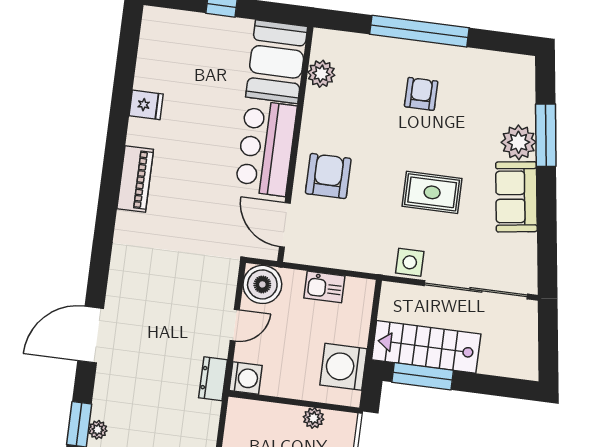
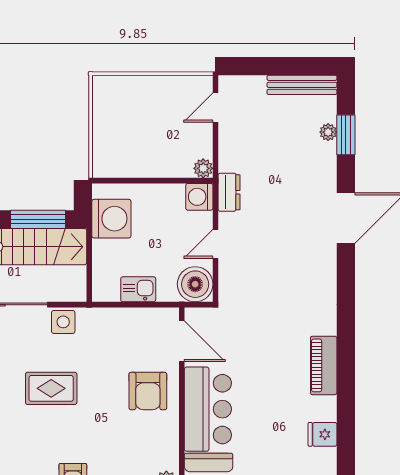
plant: (314, 418) -> (203, 168), moved

